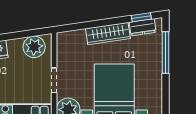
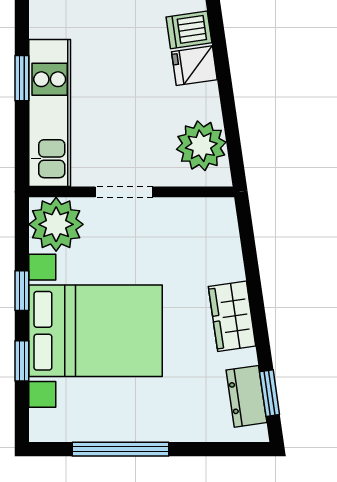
wardrobe: (108, 34) -> (232, 316), width x0.67
window: (165, 52) -> (121, 449), moved

